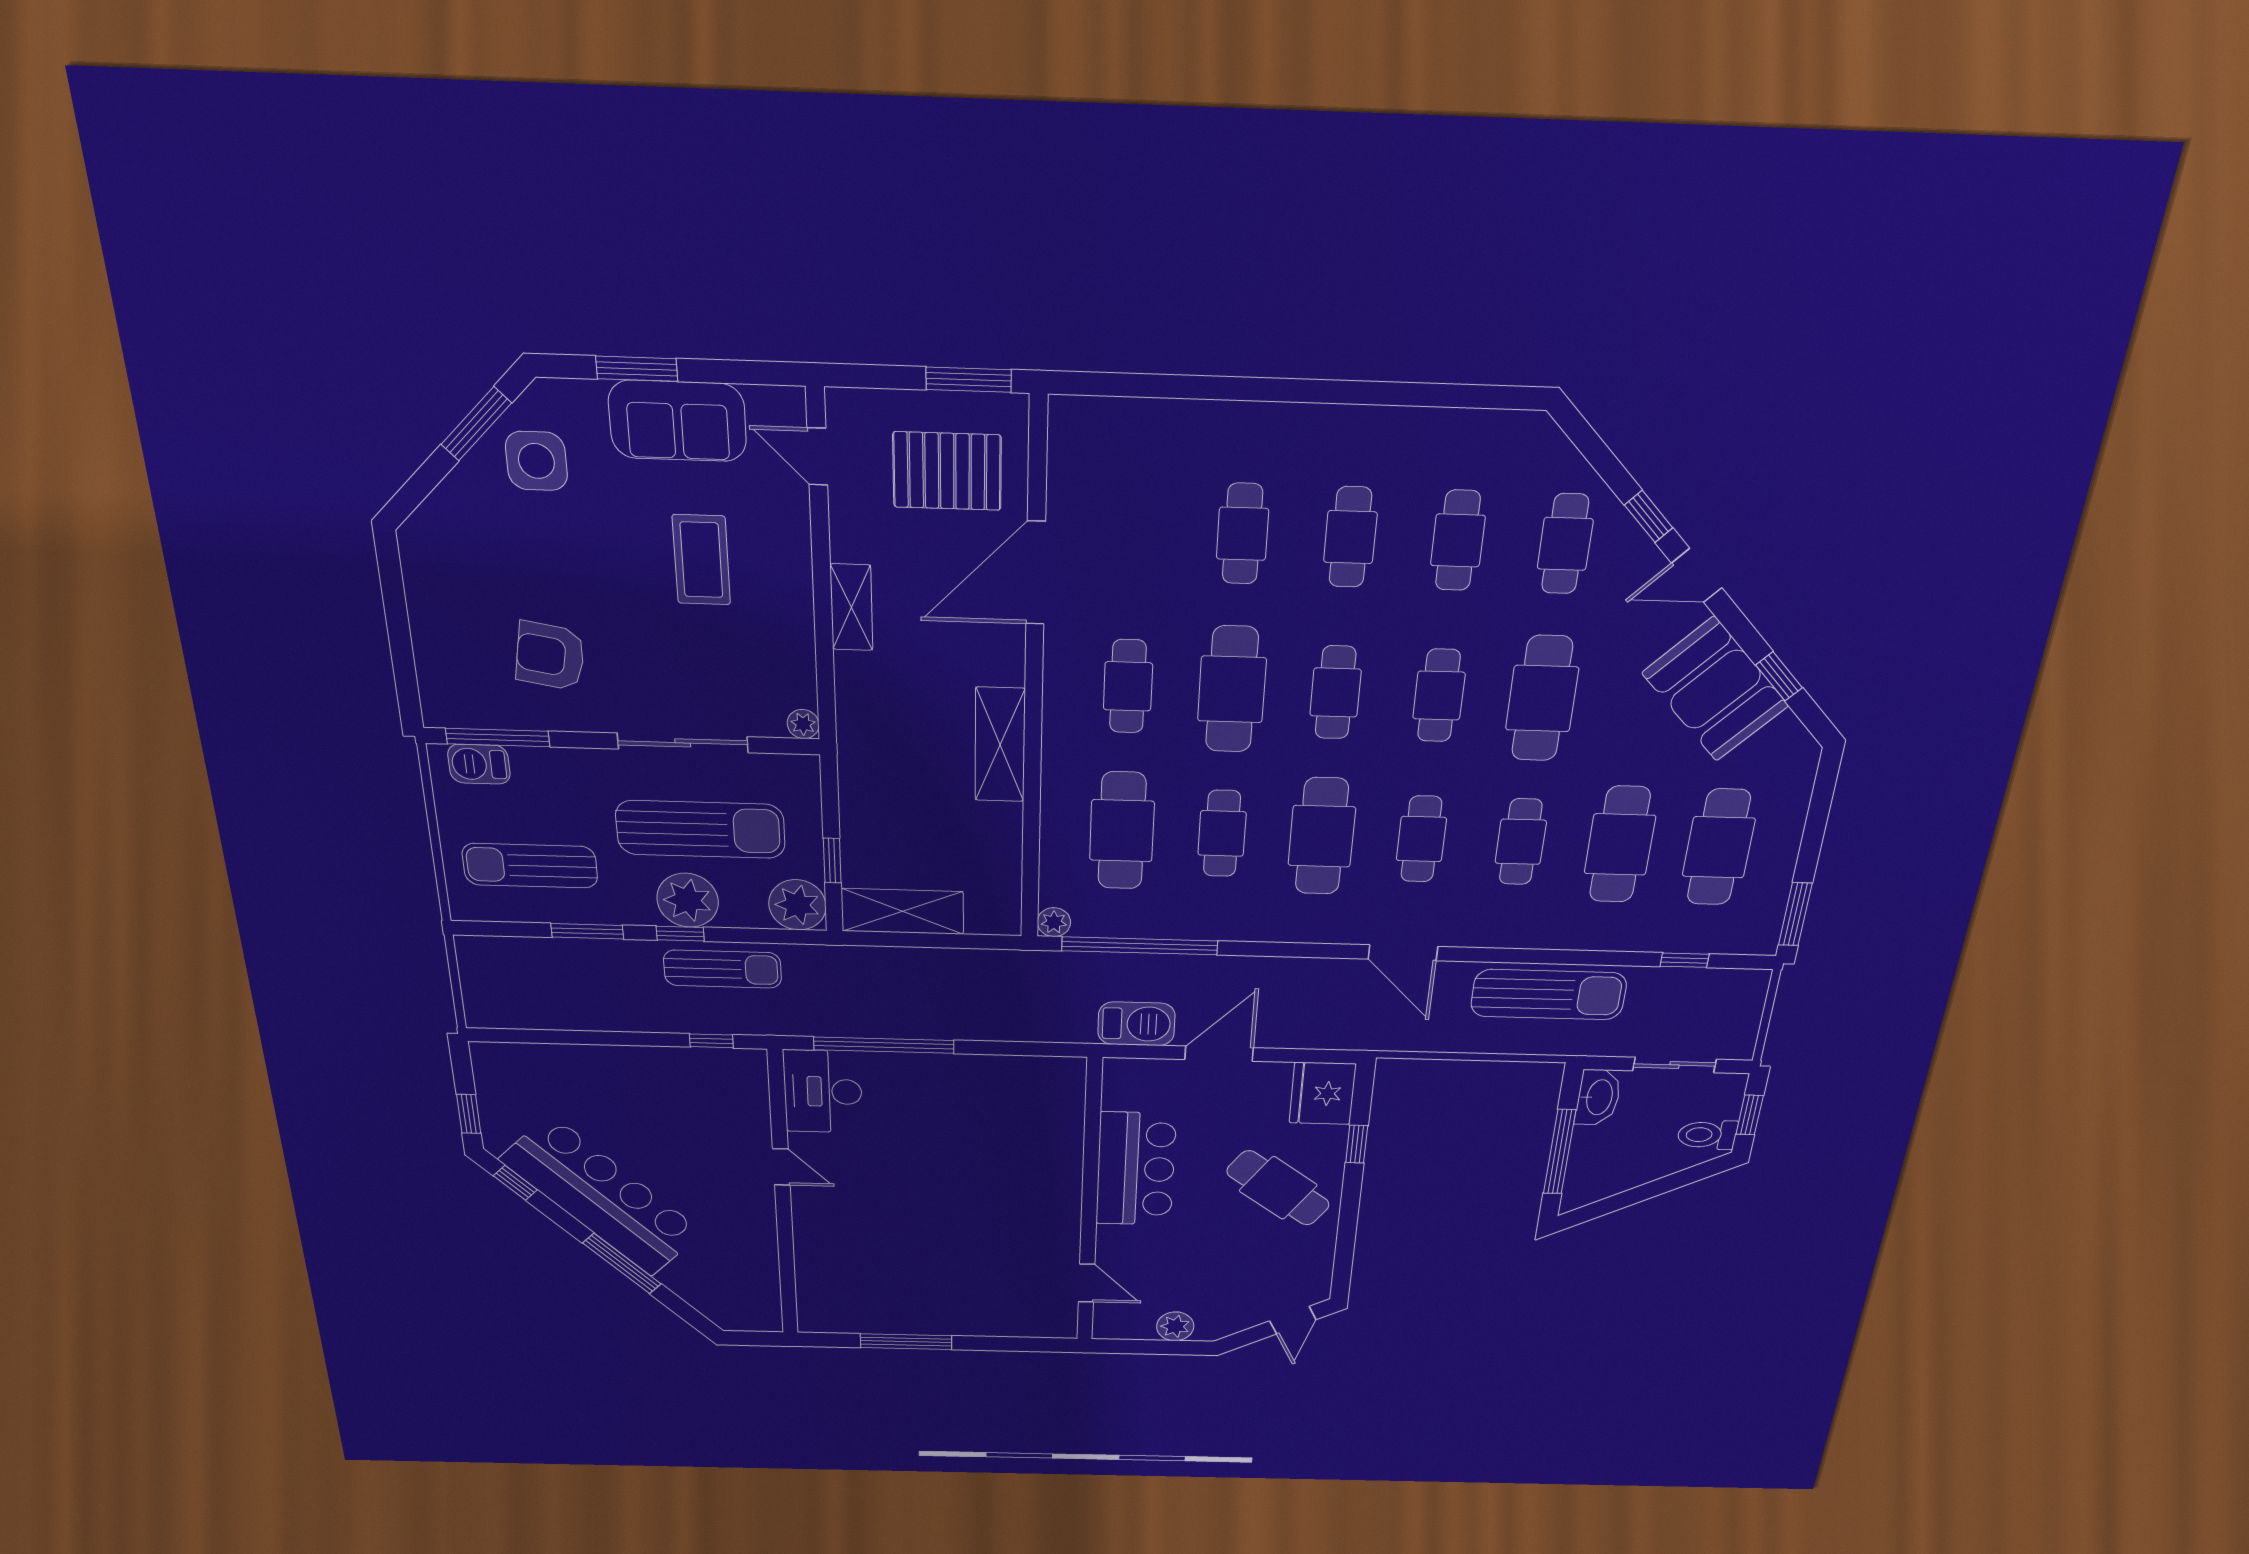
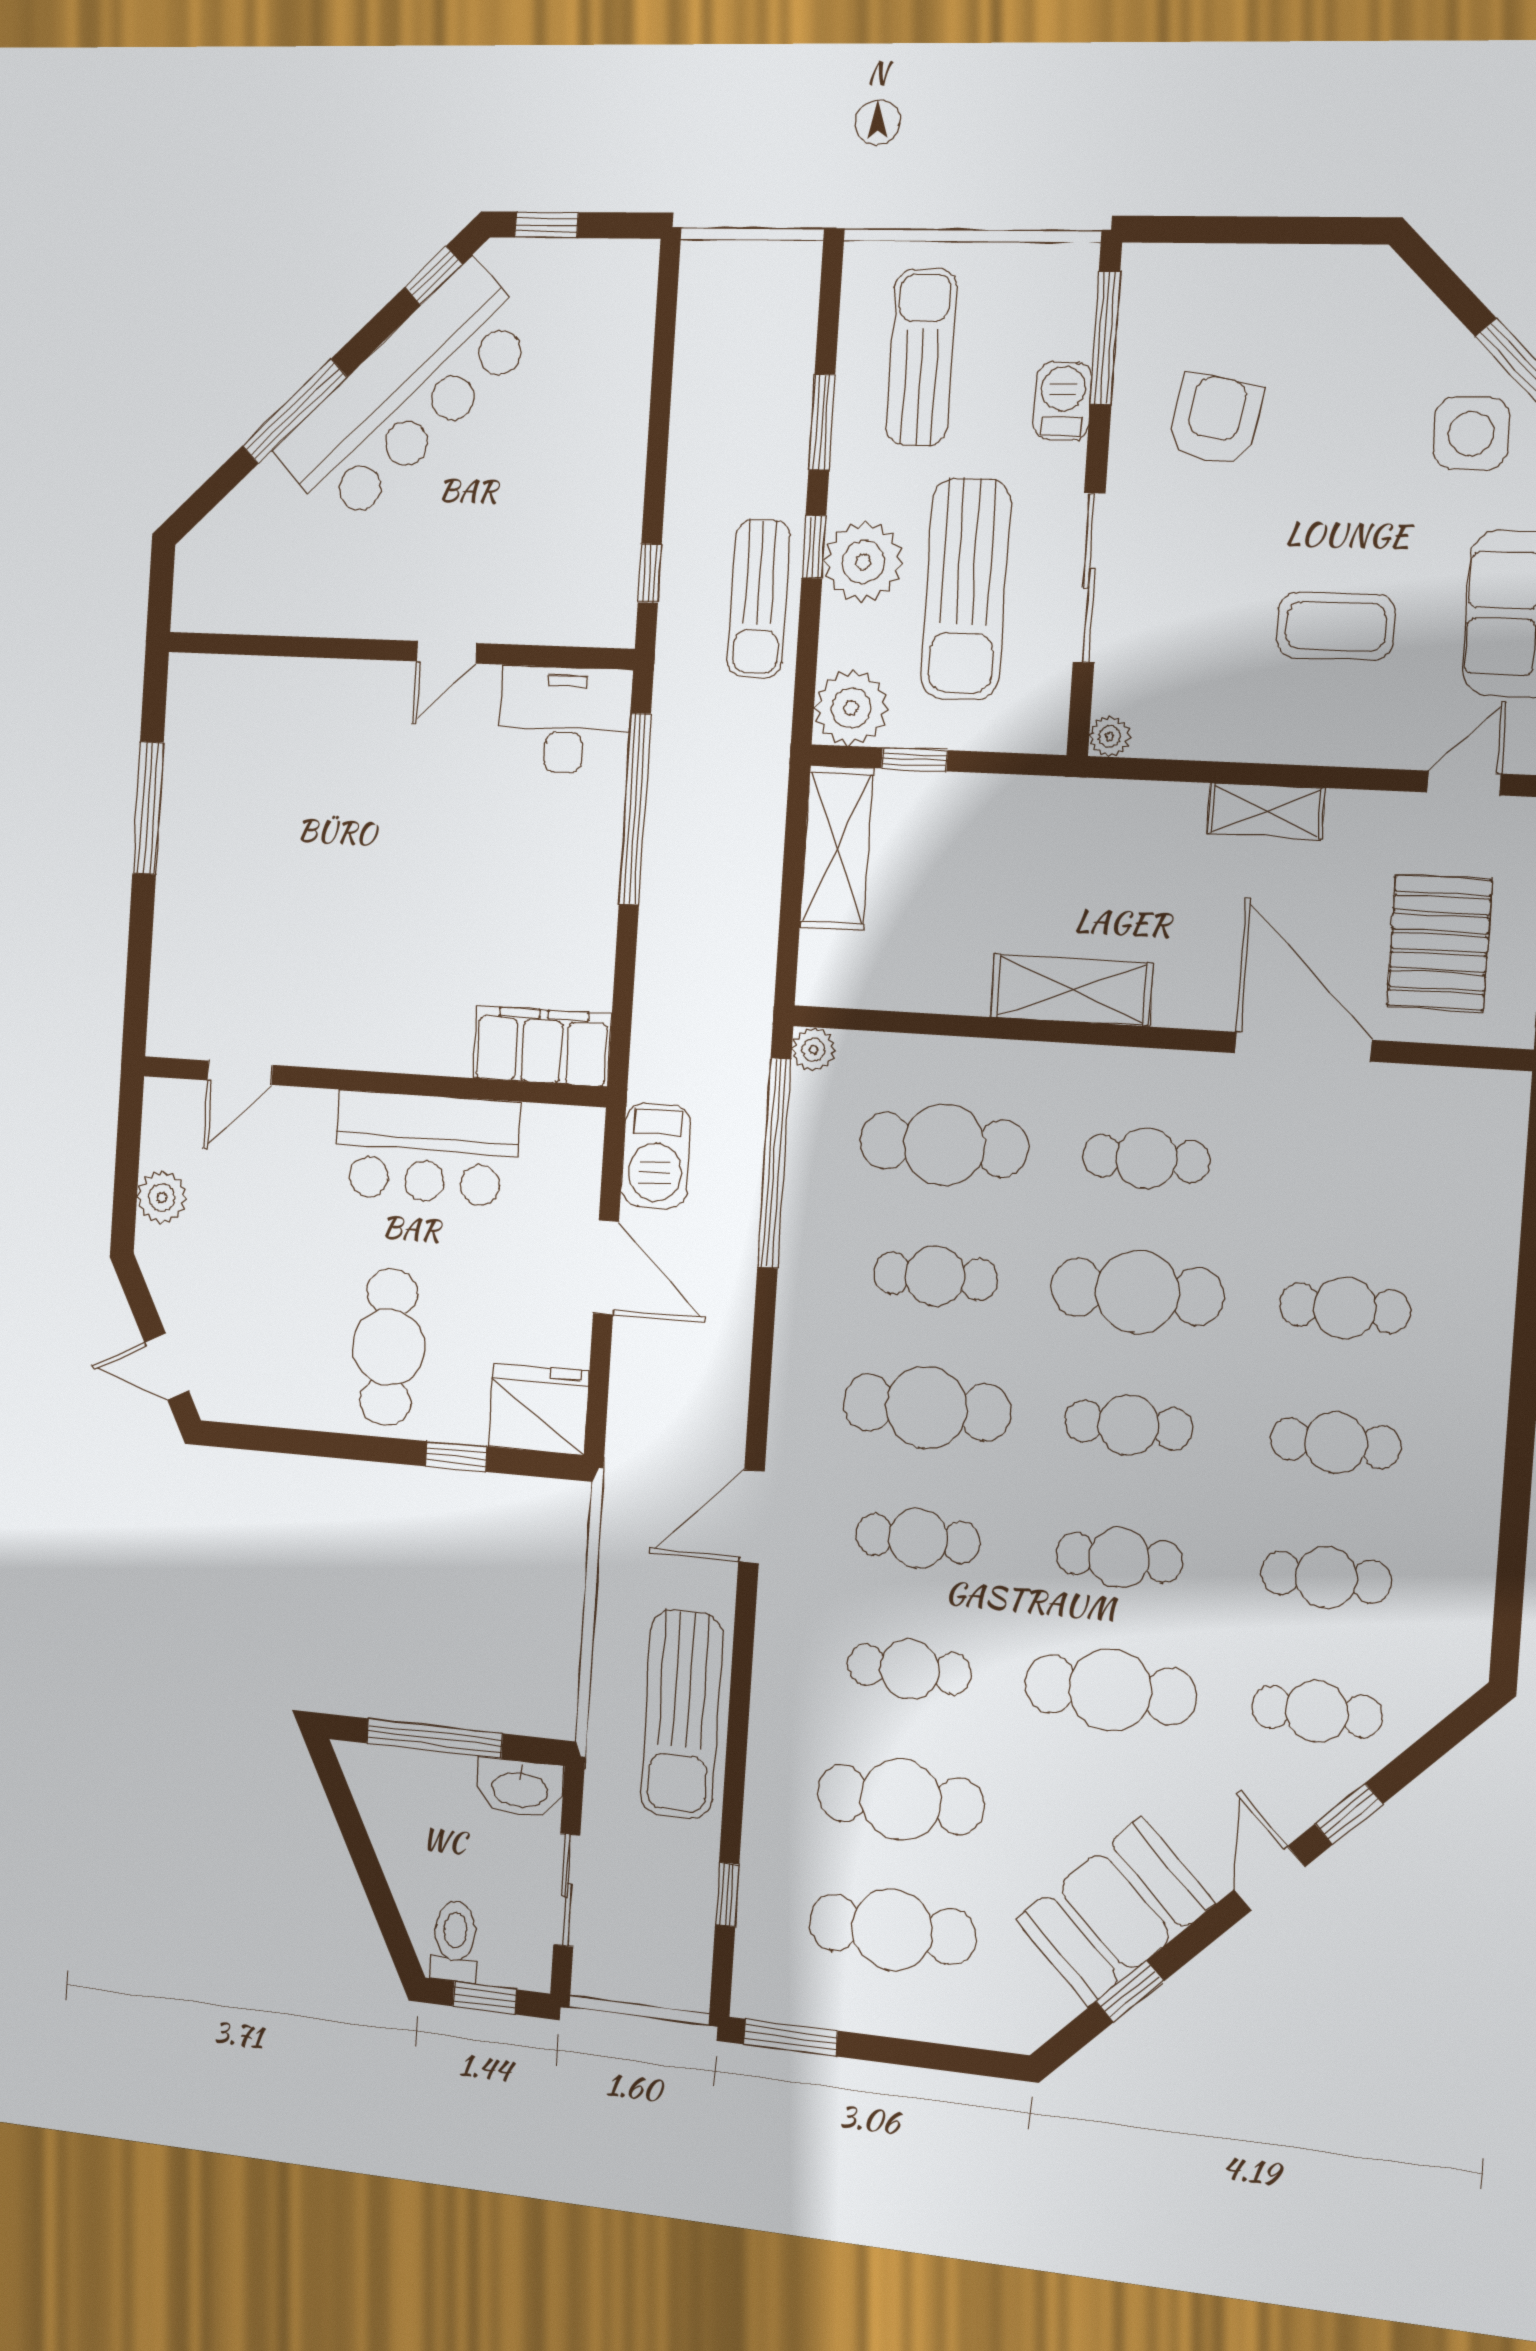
barbecue: (479, 764) -> (1063, 401), moved
filing cabinet: (1060, 1099) -> (542, 1046), added
cafe table: (1278, 1188) -> (389, 1347), turned -36

